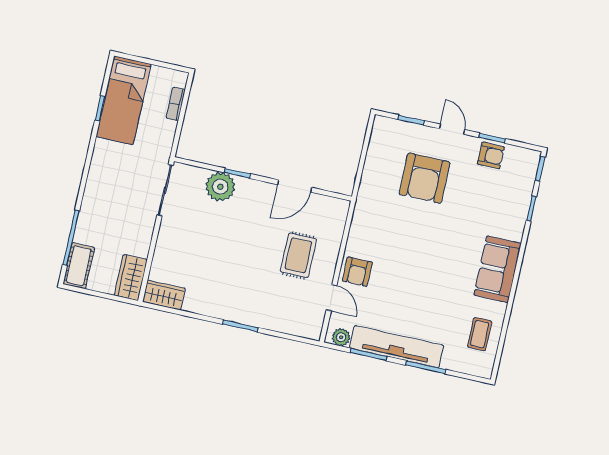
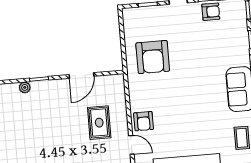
armchair: (425, 178) -> (153, 57), moved
plant: (220, 187) -> (25, 87), width x0.53, depth x0.53

